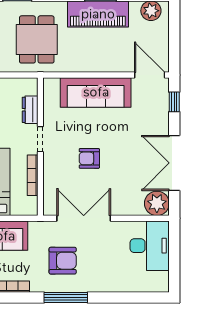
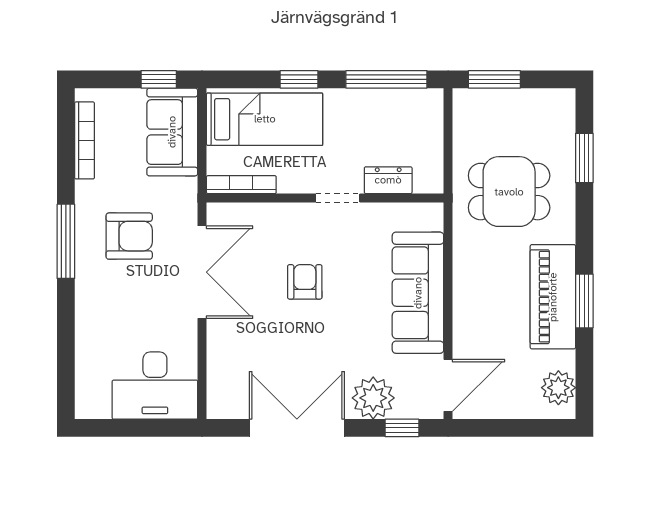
bookcase: (33, 175) -> (241, 185), moved
plant: (157, 203) -> (373, 398), moved
armchair: (63, 261) -> (129, 236), turned -90

